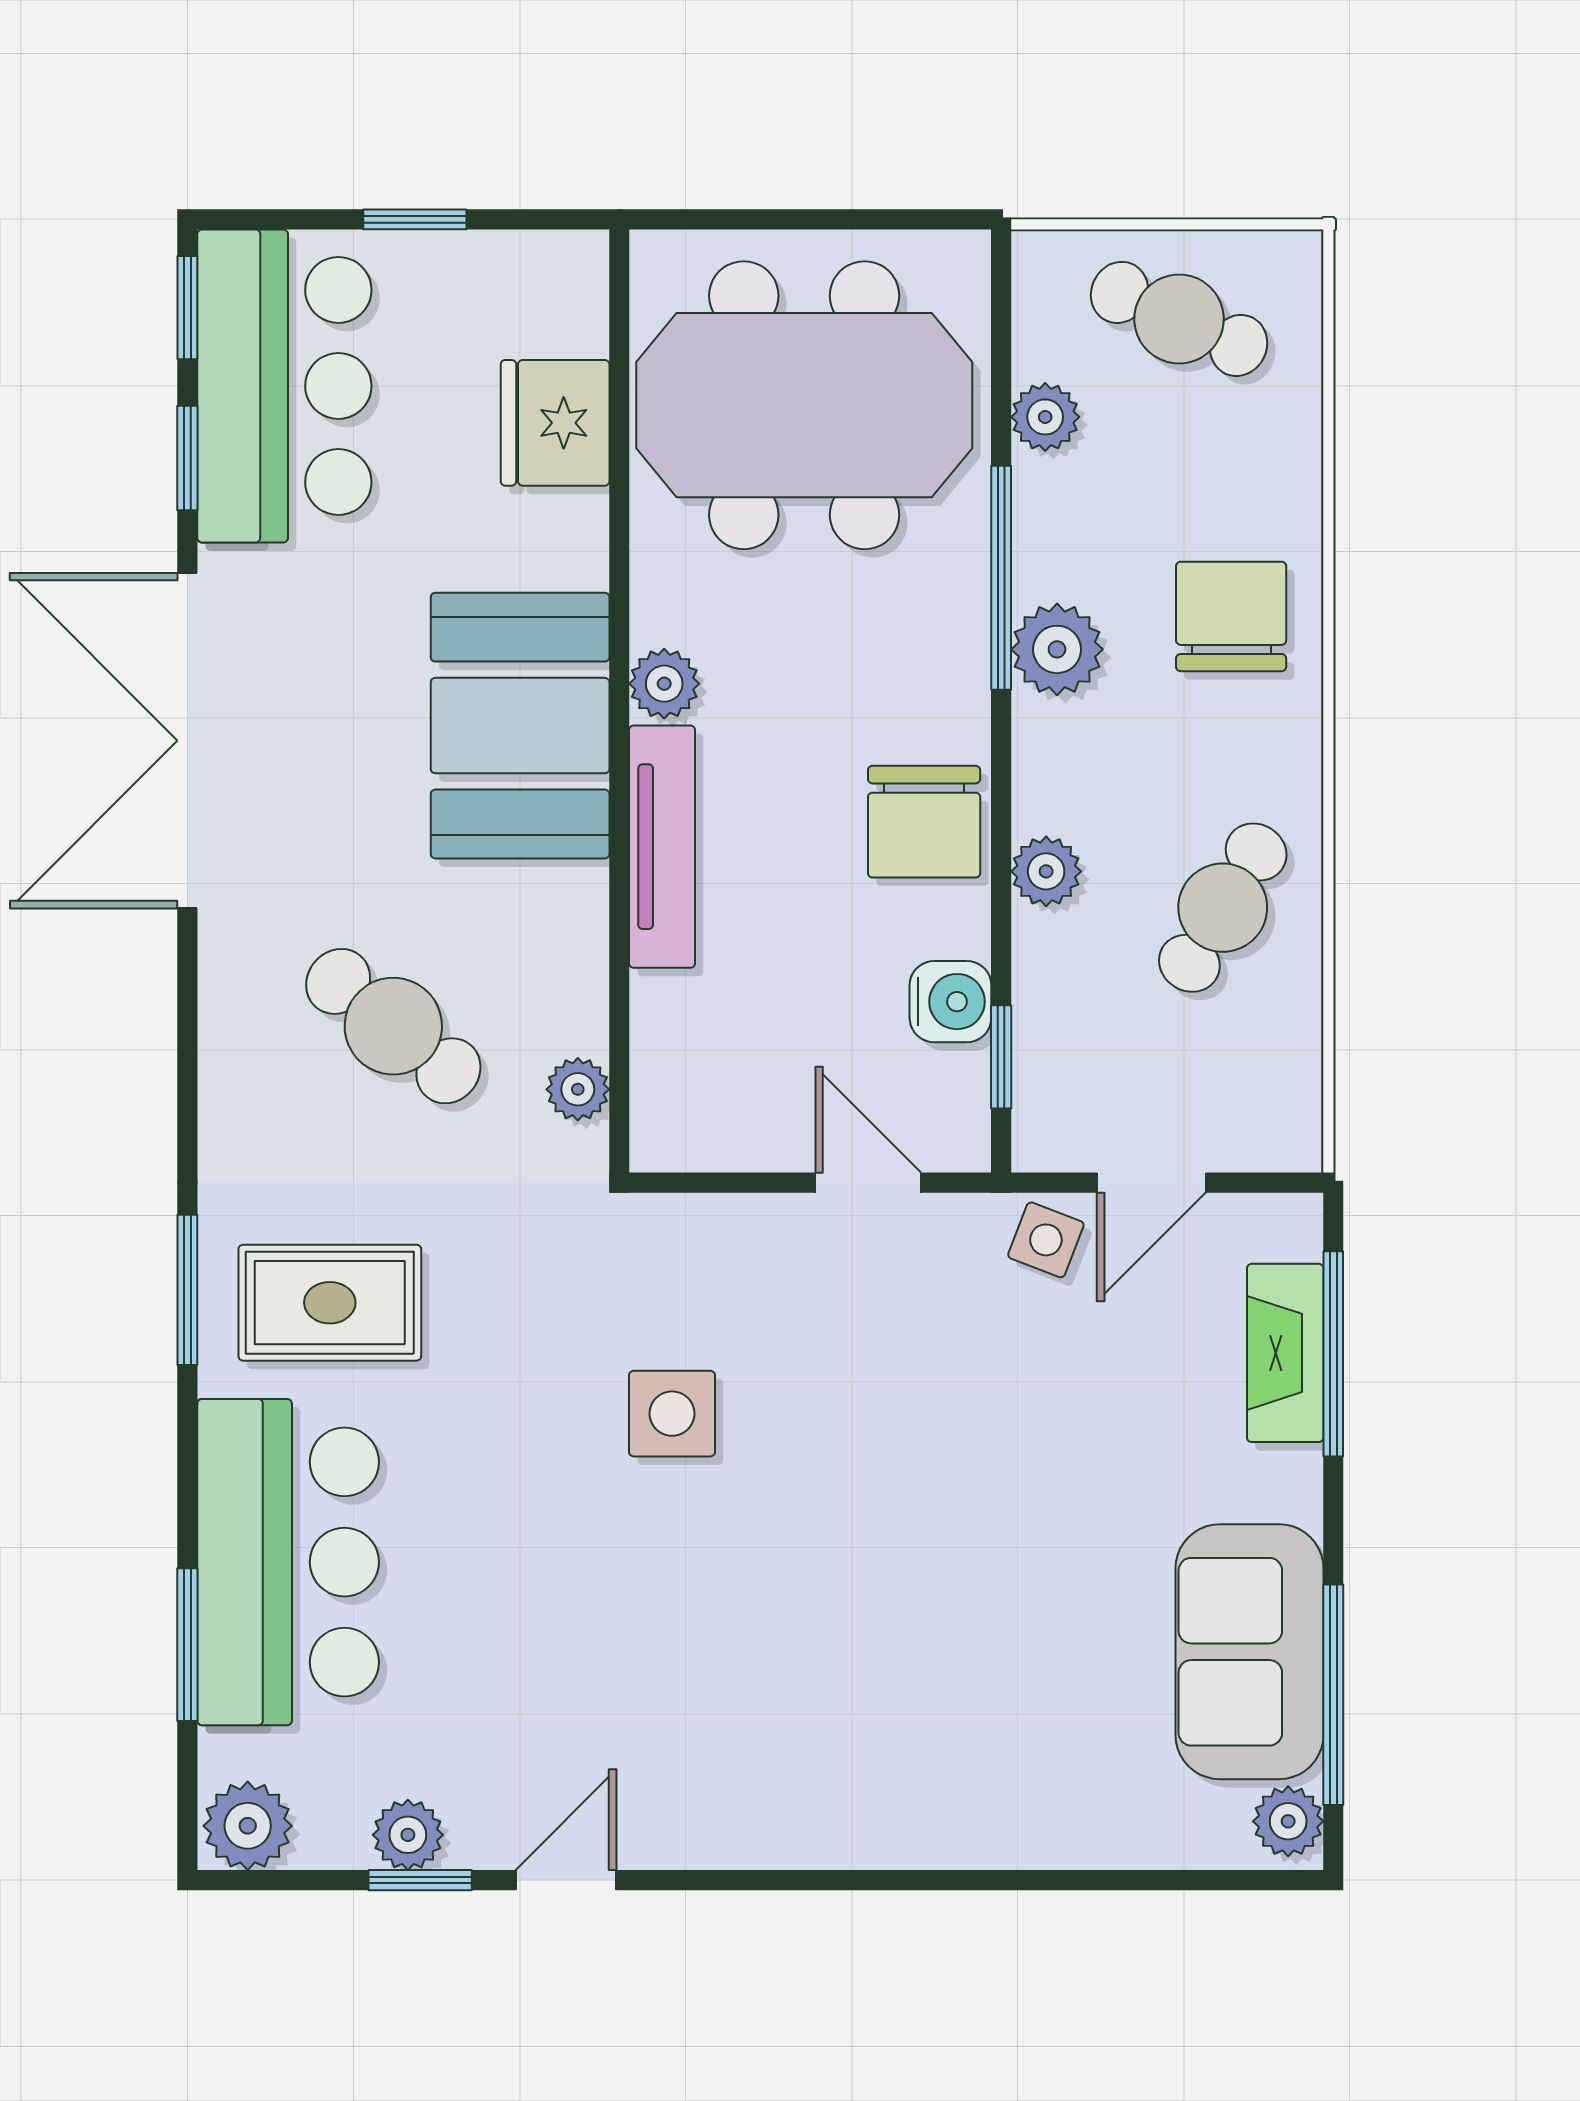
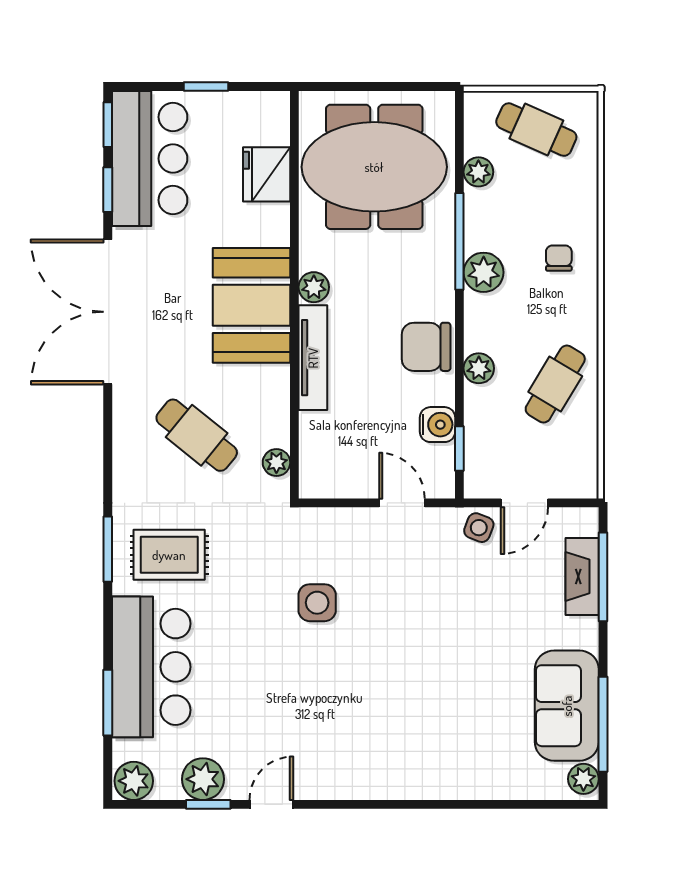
chair: (1231, 616) -> (559, 258), width x0.54, depth x0.54
chair: (924, 822) -> (426, 347), turned 90
plant: (408, 1835) -> (203, 779), width x1.38, depth x1.38

